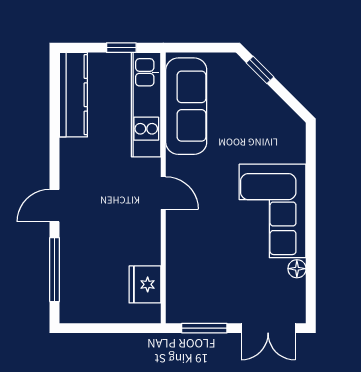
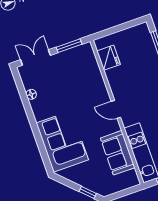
sofa: (186, 106) -> (118, 153), width x0.73
corner sofa: (273, 211) -> (62, 141), moved

